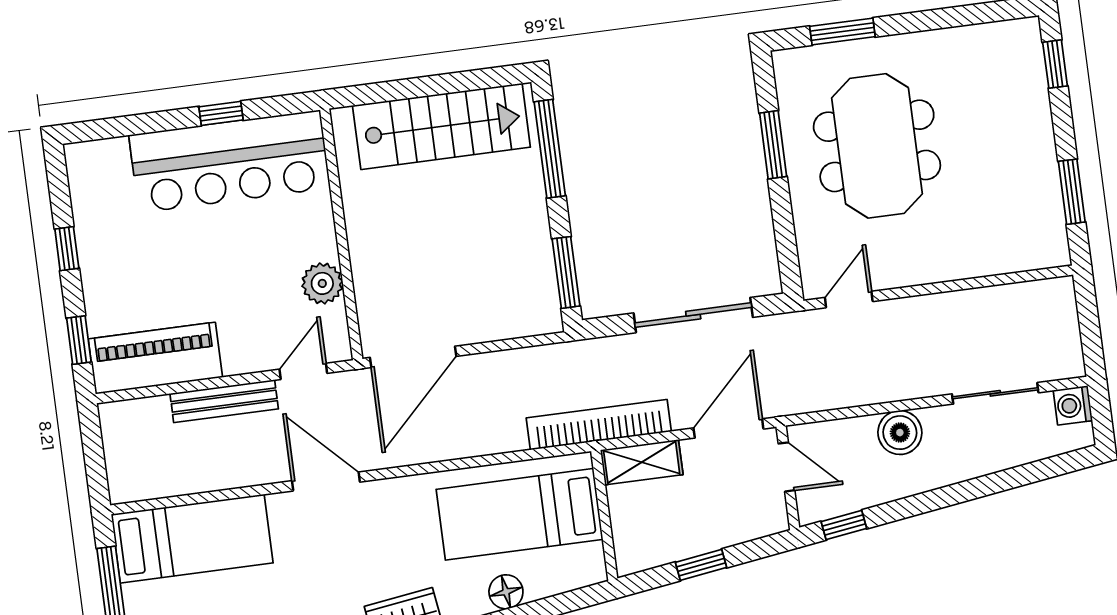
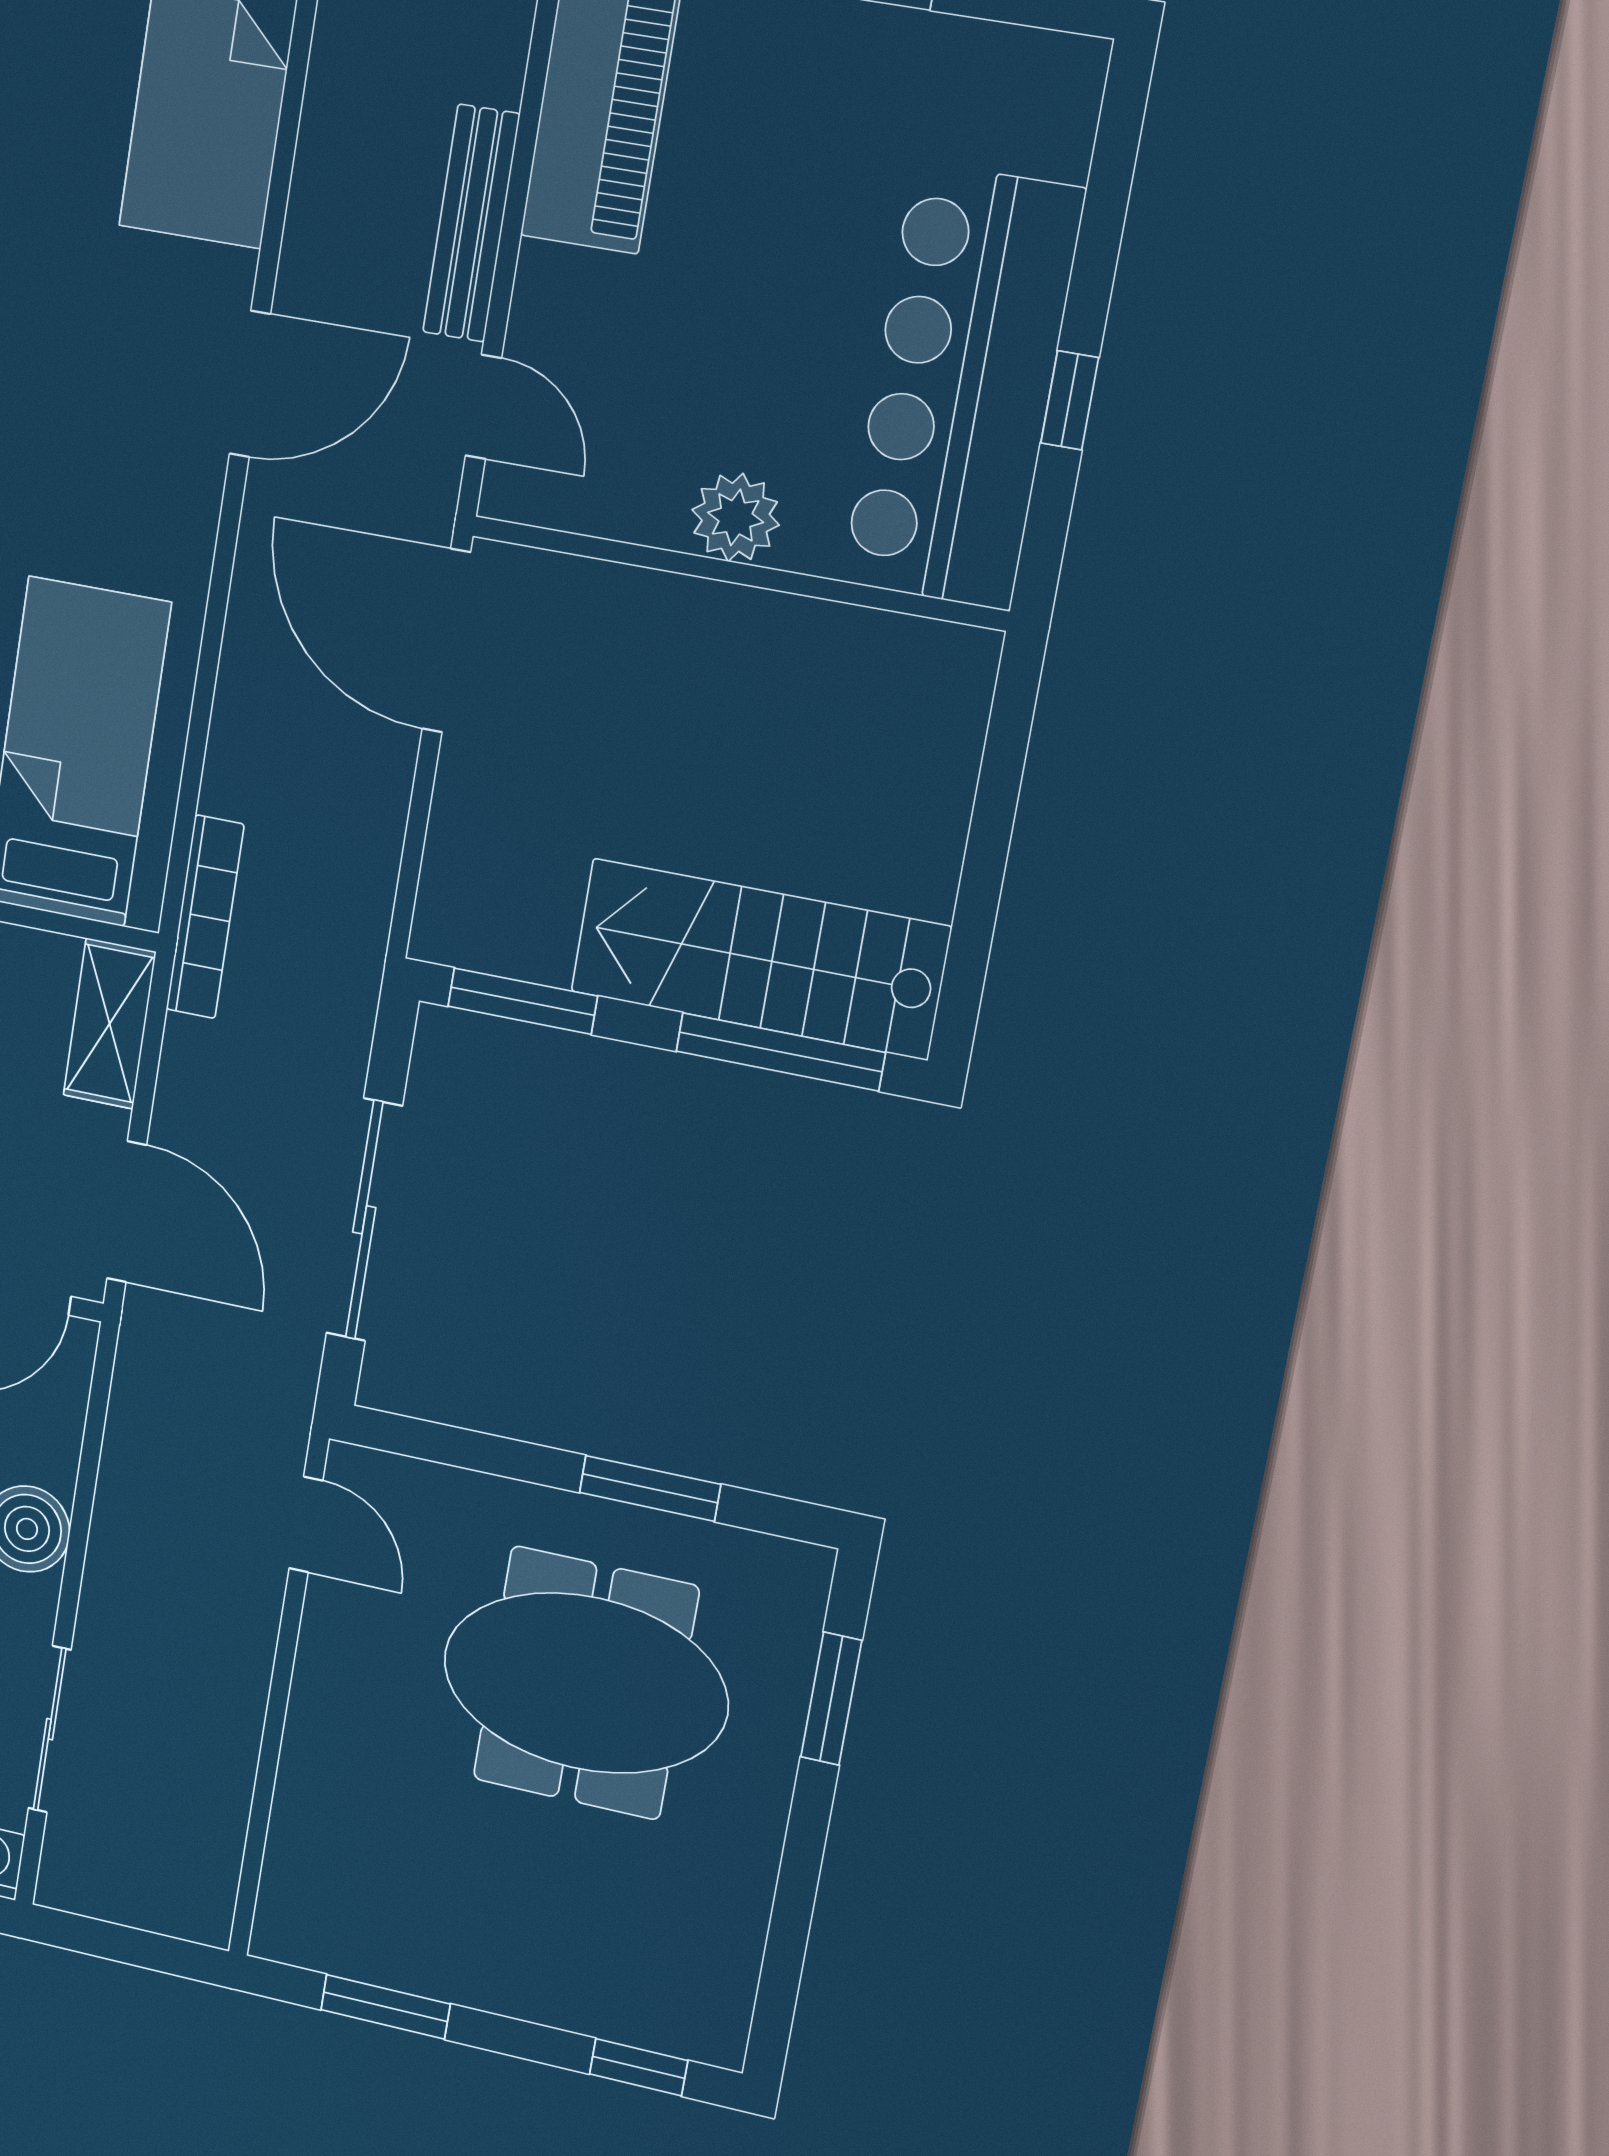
stairs: (441, 126) -> (760, 959), moved, turned 90
plant: (322, 283) -> (736, 517), moved
bookcase: (599, 425) -> (205, 917), width x0.68, depth x0.76

